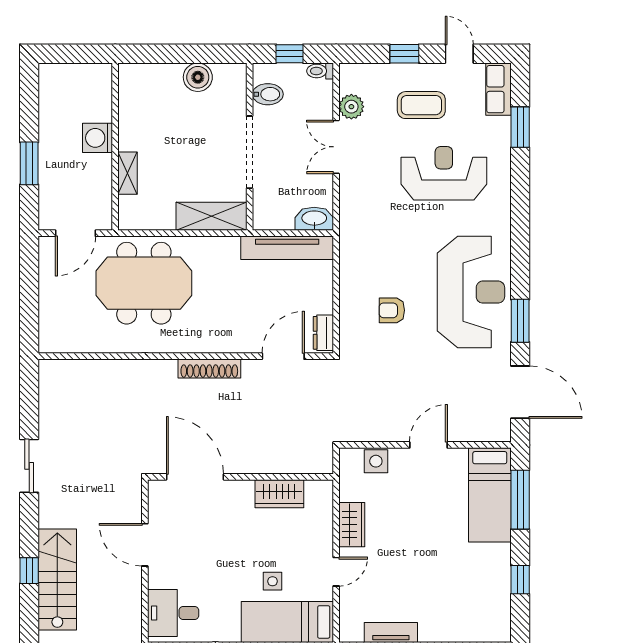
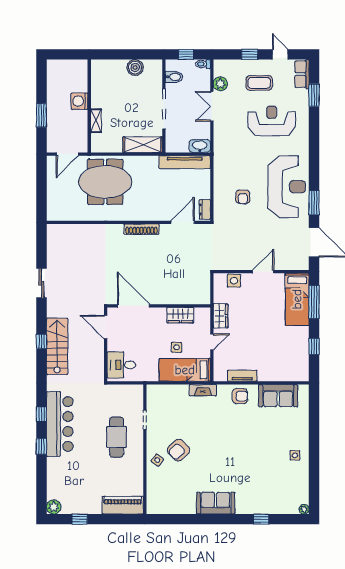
armchair: (392, 310) -> (243, 197), turned -90
door: (195, 477) -> (134, 306), moved
wall: (240, 477) -> (159, 306), moved
wardrobe: (279, 494) -> (180, 315), moved

